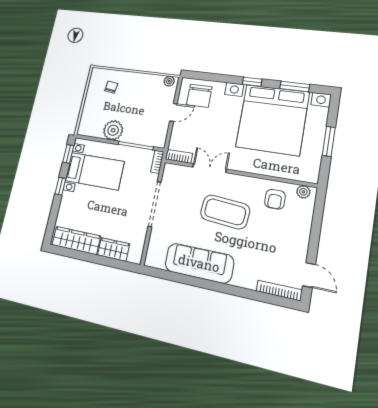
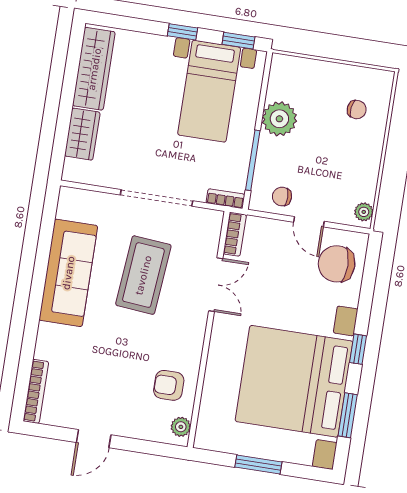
chair: (158, 128) -> (282, 197), added
coffee table: (225, 212) -> (143, 275), moved
door: (309, 275) -> (94, 439), moved

